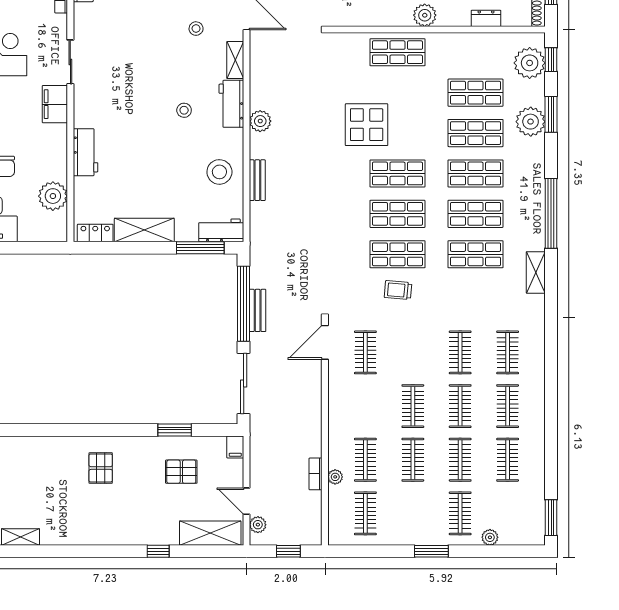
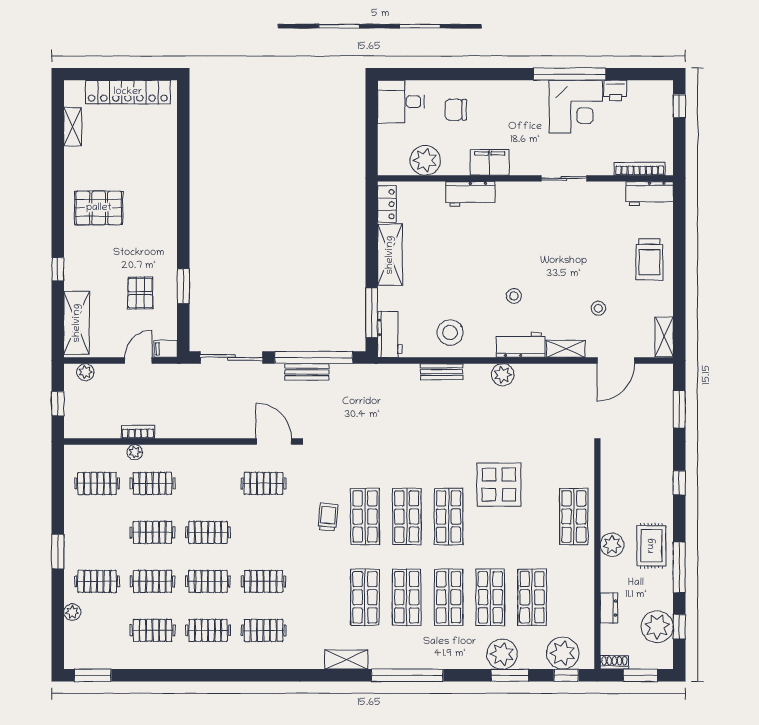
filing cabinet: (55, 104) -> (490, 162), moved
pallet: (101, 468) -> (99, 208), moved, width x1.50, depth x1.42
door: (247, 501) -> (138, 361), moved

